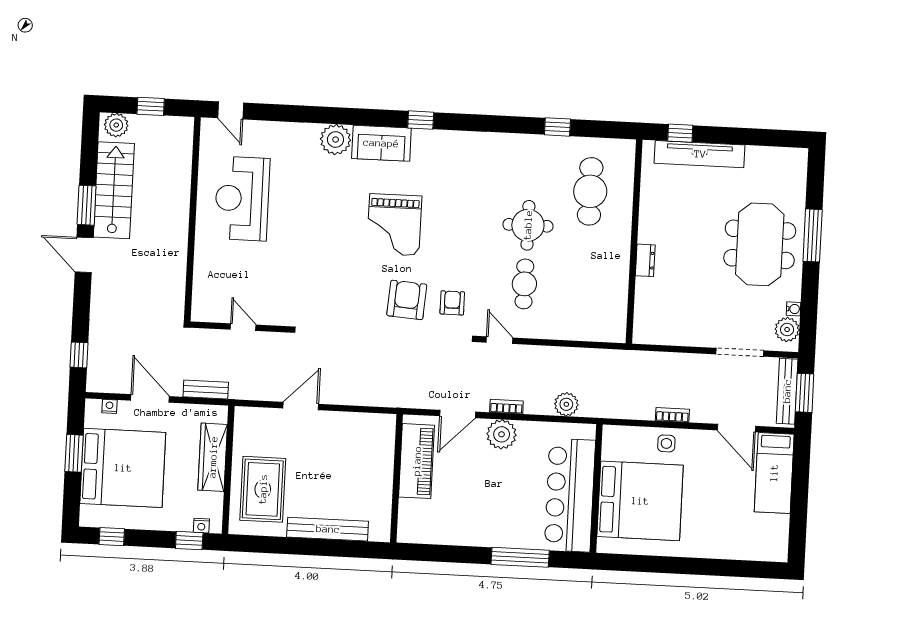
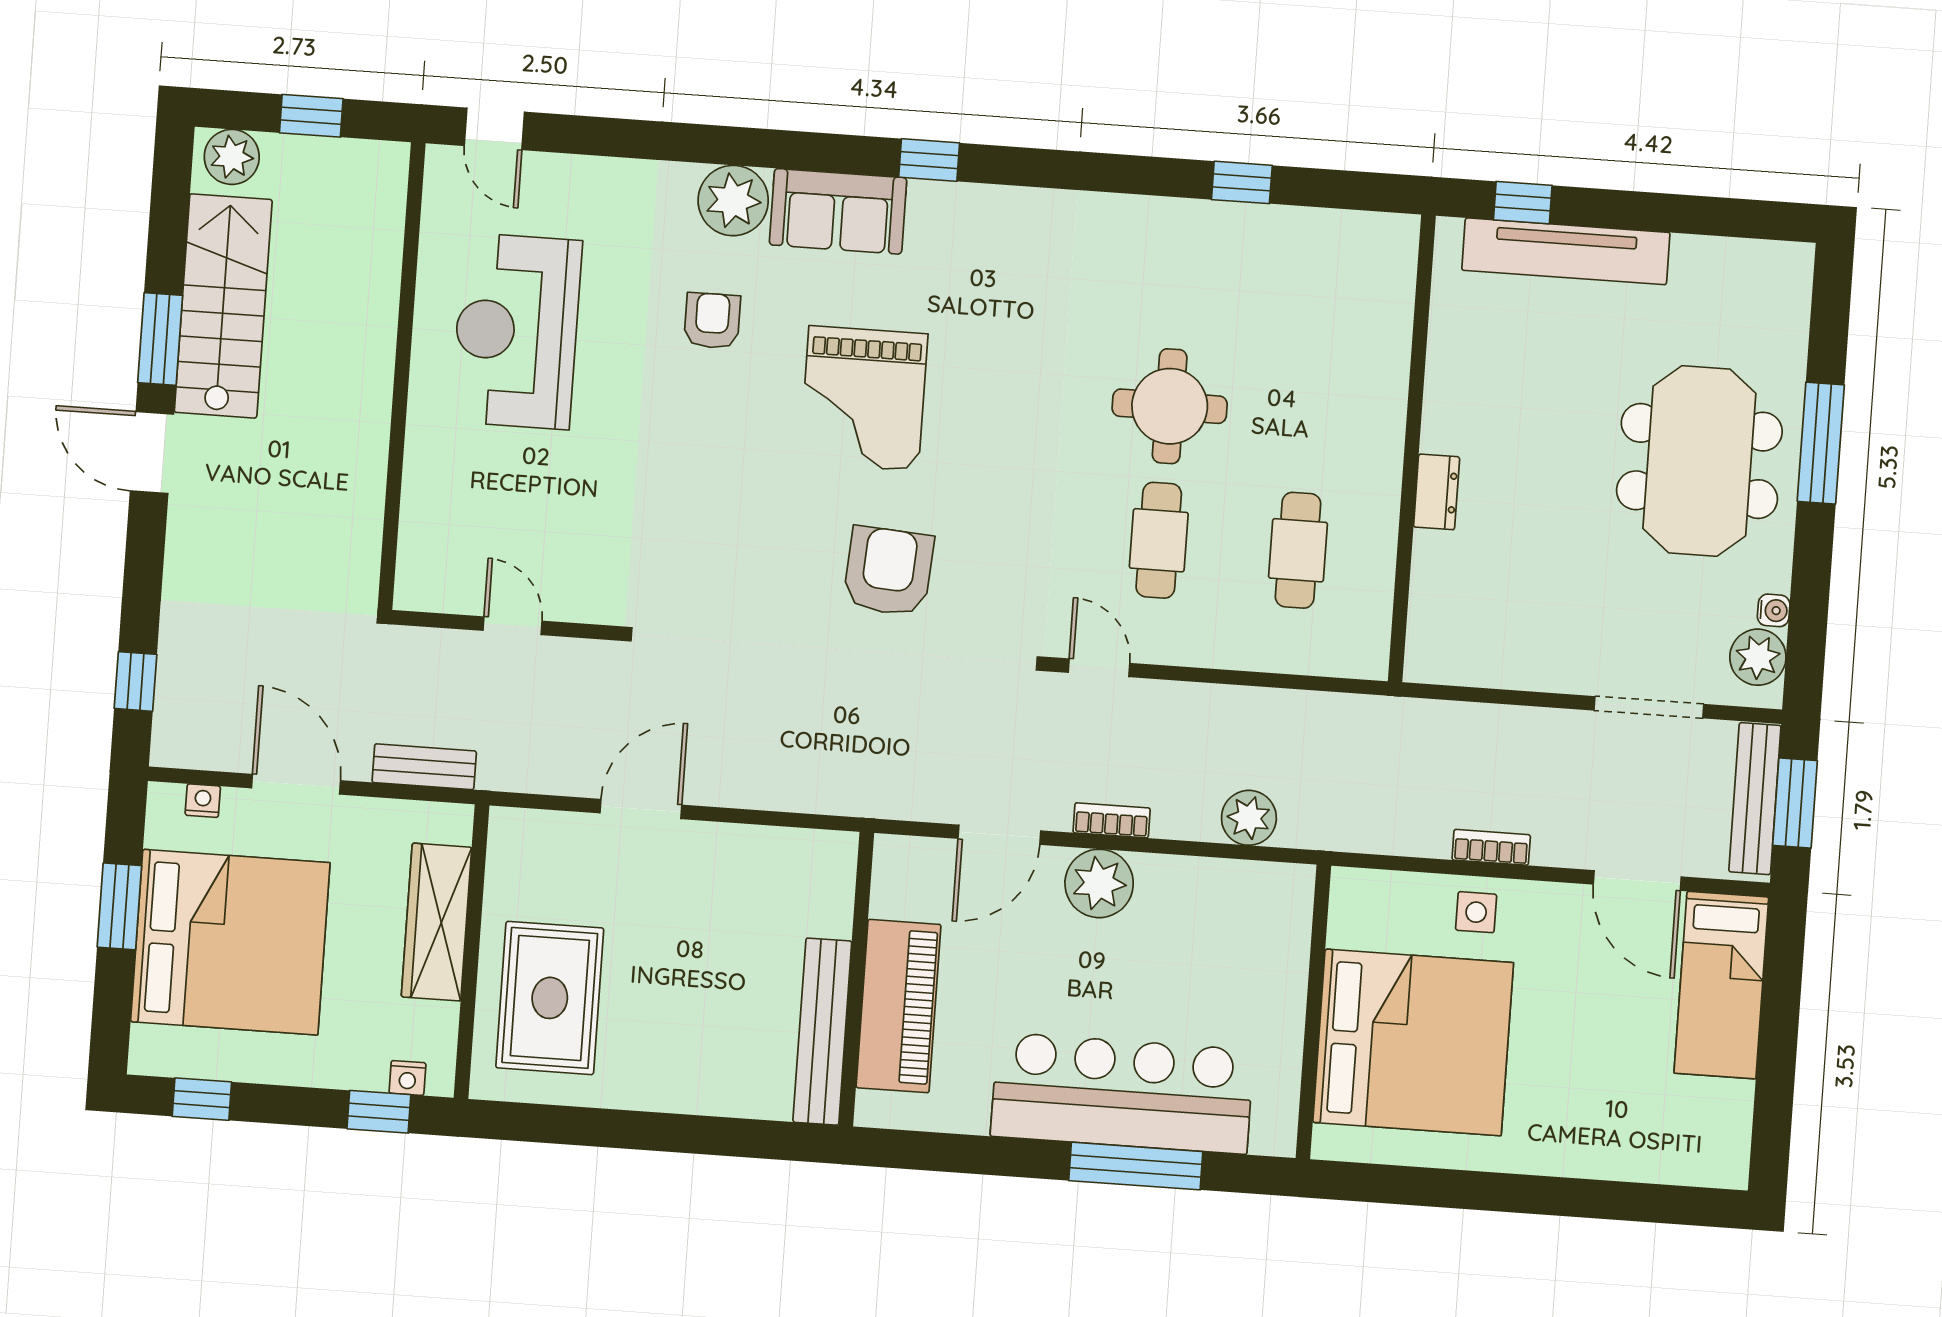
cafe table: (590, 191) -> (1298, 550), moved, width x0.73, depth x0.74
armchair: (452, 303) -> (712, 321), moved
piano: (417, 461) -> (898, 1006), moved
bar counter: (570, 495) -> (1122, 1093), moved, turned 90
bench: (328, 529) -> (822, 1032), moved, turned 90

